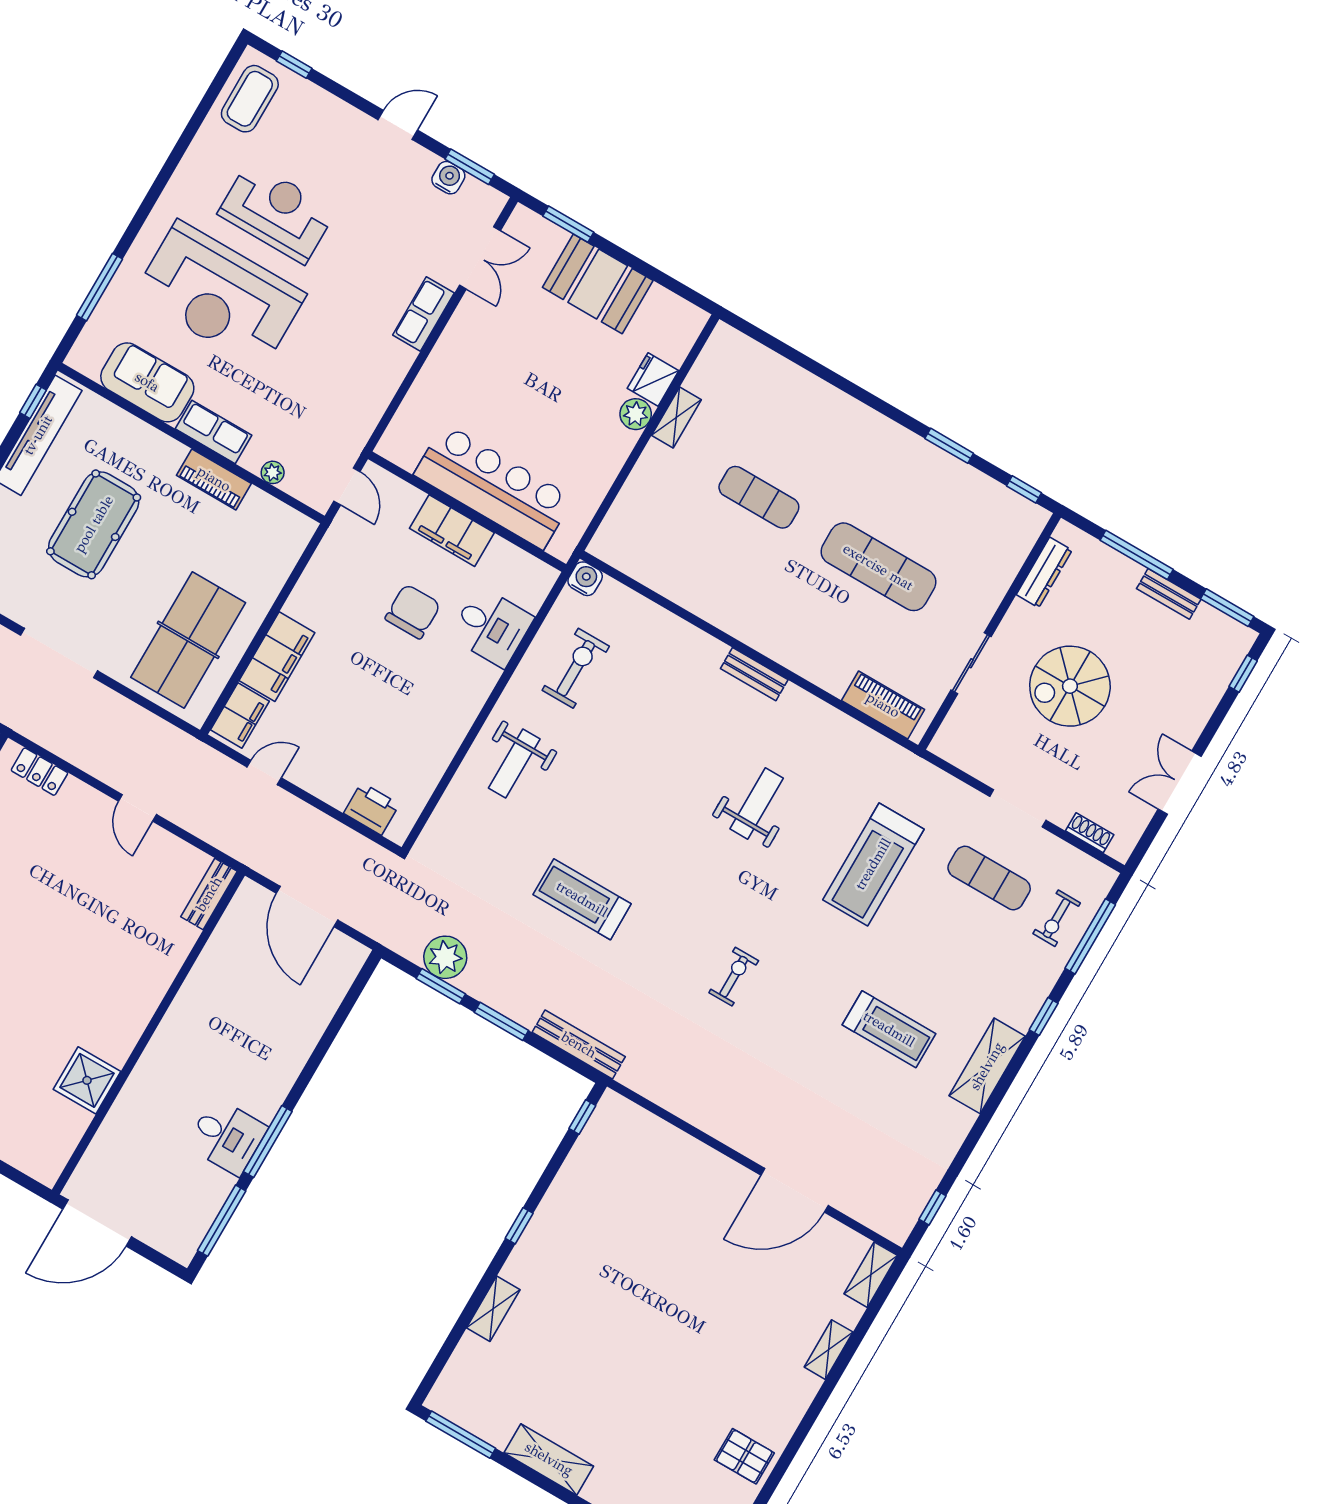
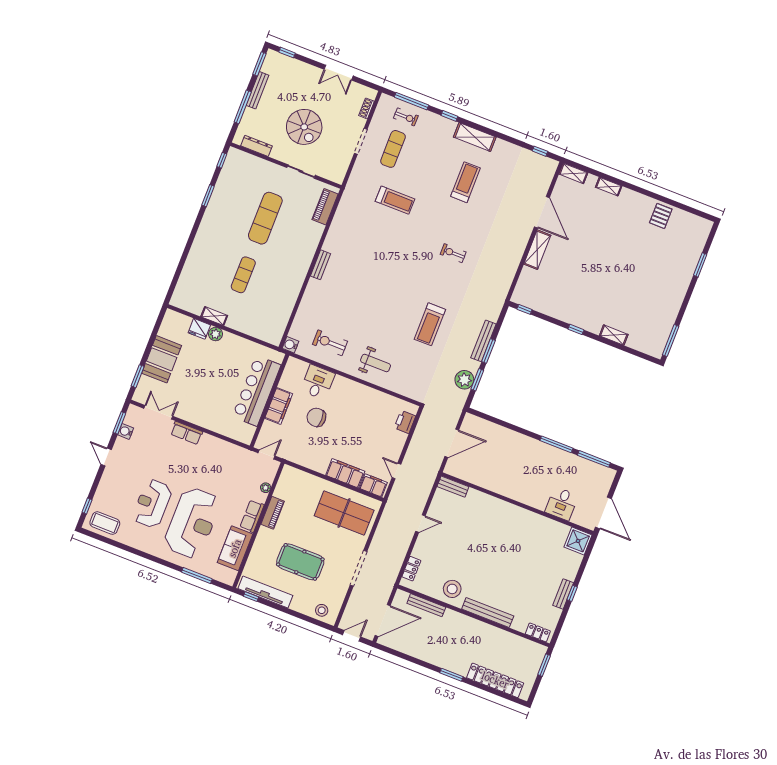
bench: (1169, 594) -> (257, 90), width x1.36
weight bench: (757, 803) -> (376, 255), removed
treadmill: (873, 864) -> (395, 200), width x0.73, depth x0.73
bench: (579, 1045) -> (483, 341), moved
shower: (87, 1080) -> (578, 541), moved
desk: (227, 1137) -> (562, 504), moved, turned 180
shelving: (549, 1459) -> (537, 250), moved

